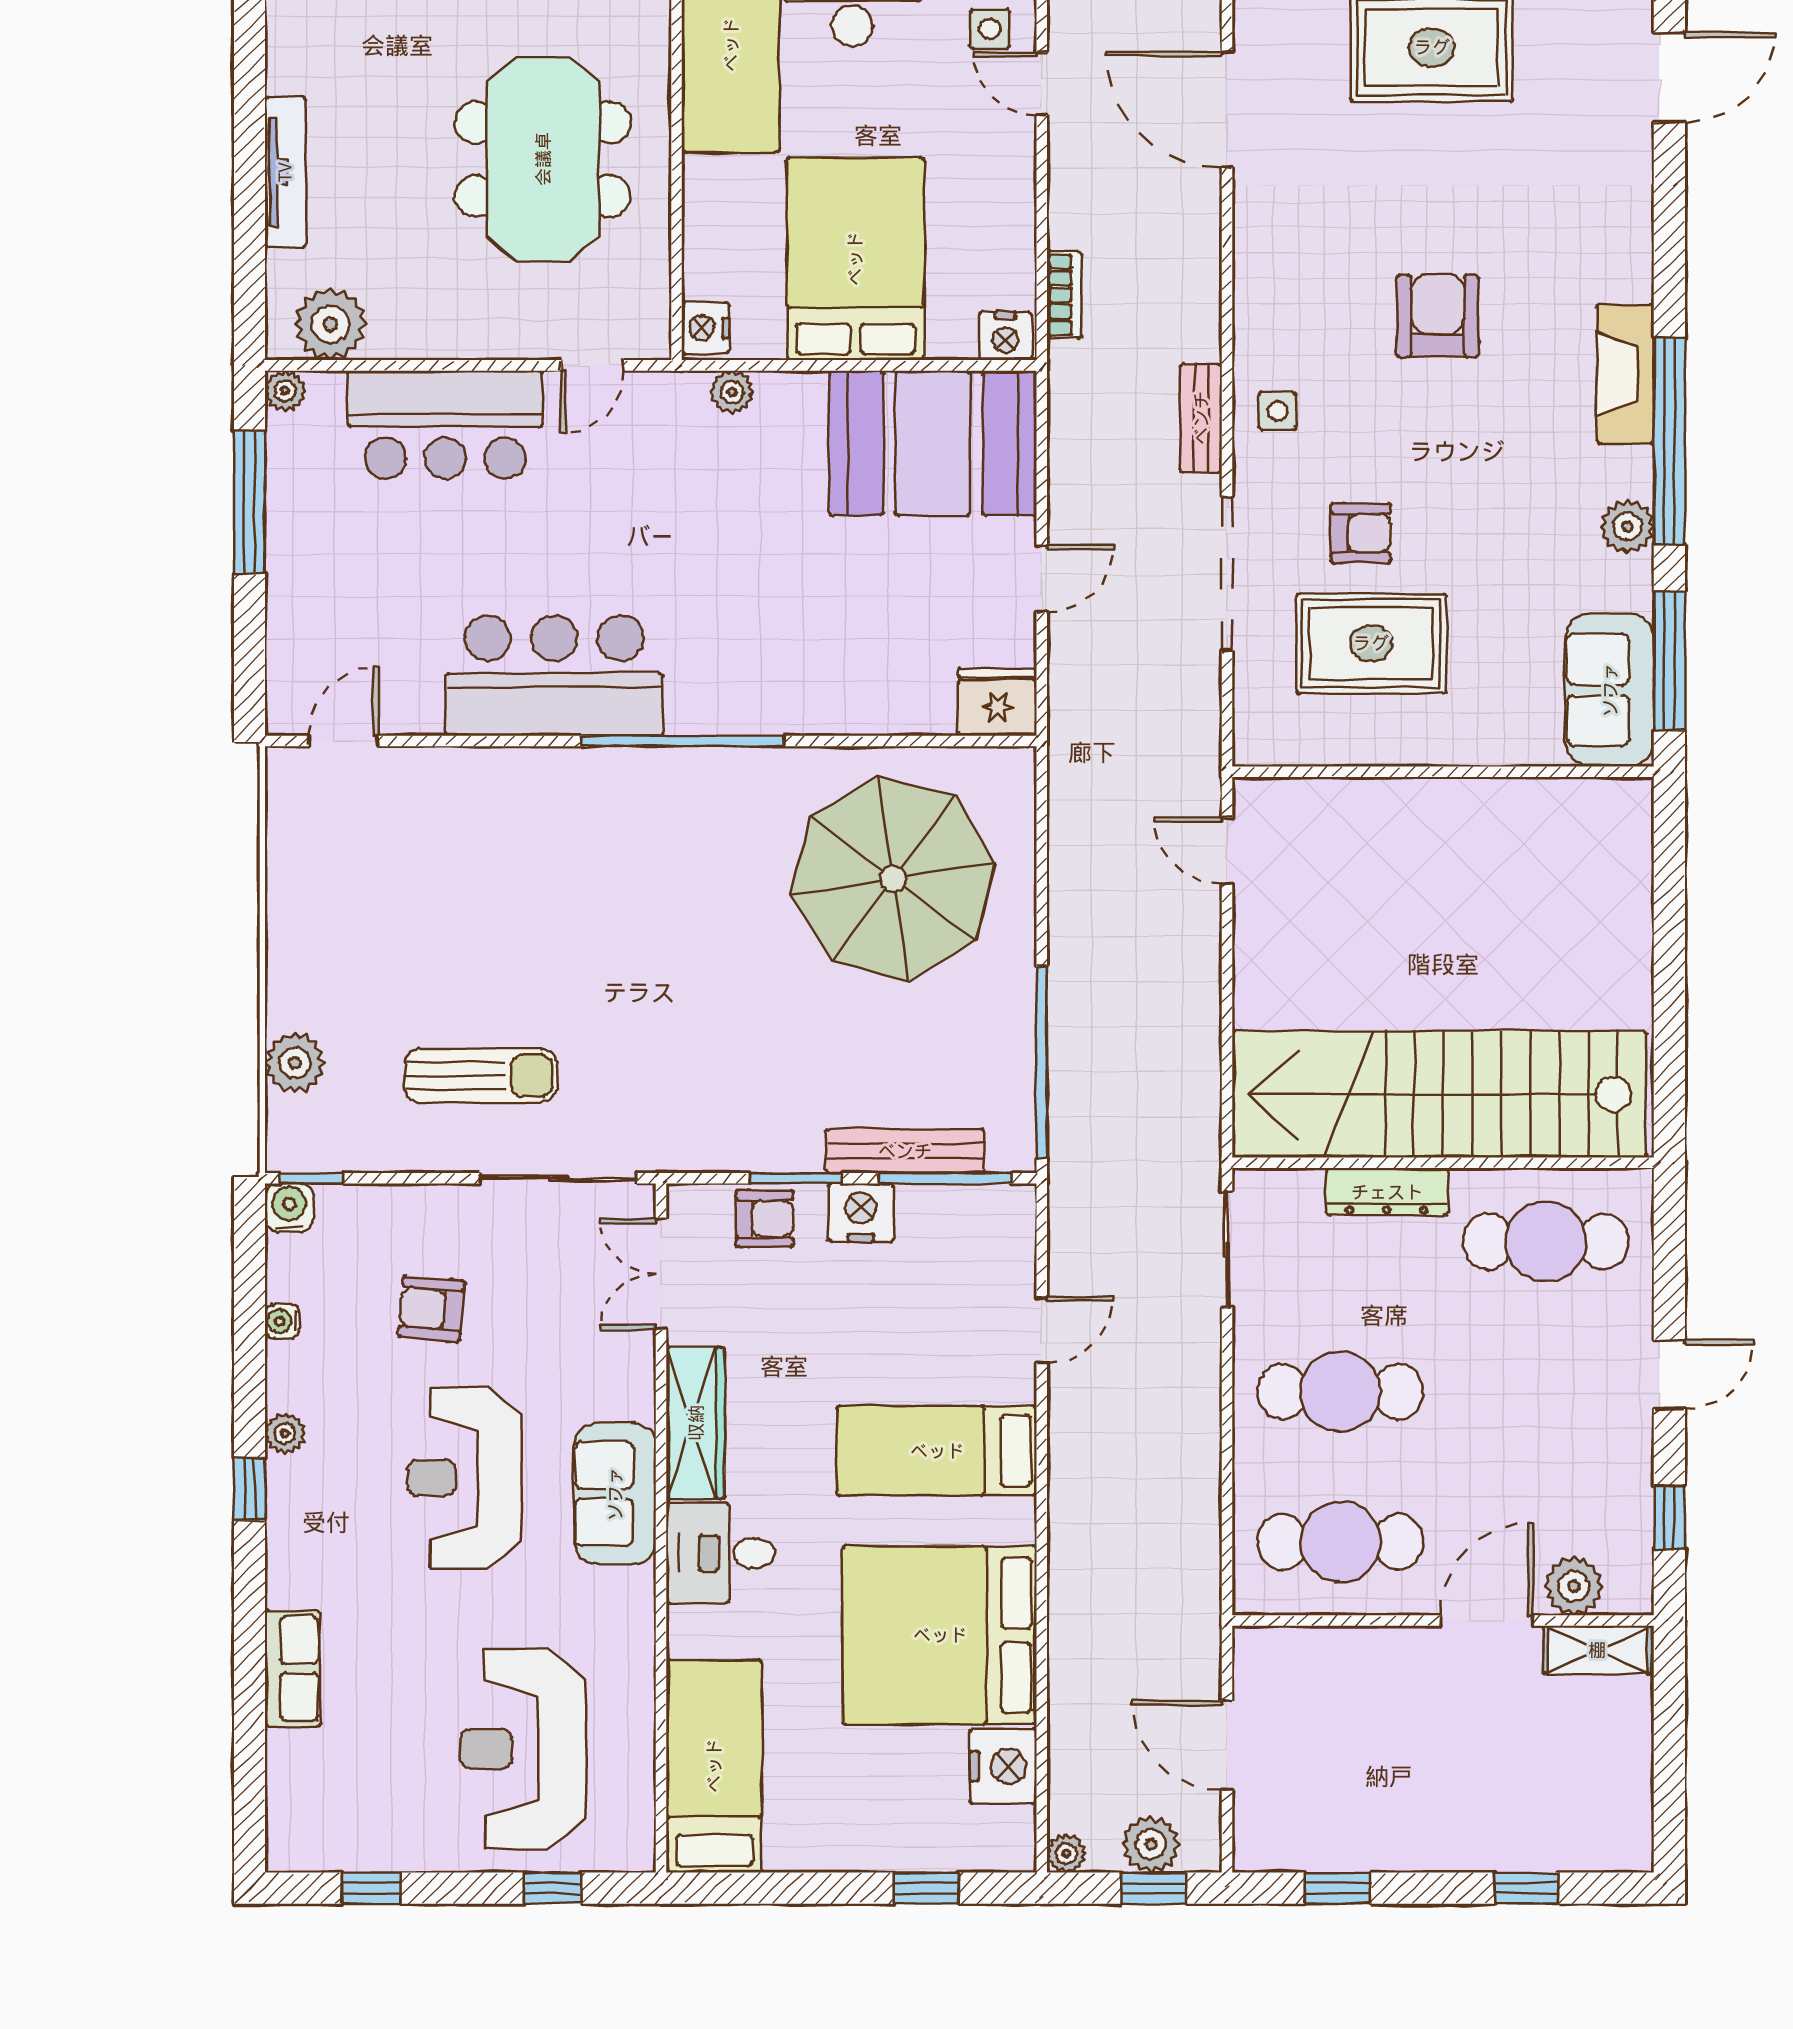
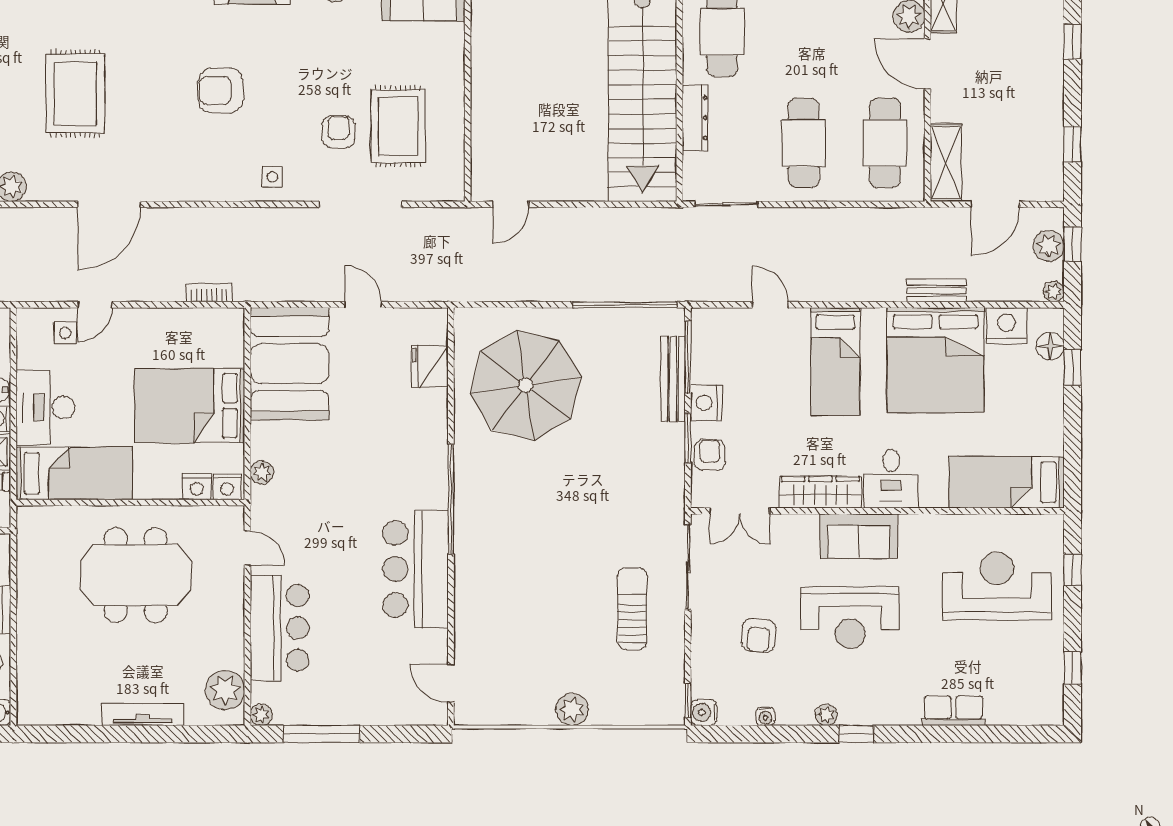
nightstand: (1005, 336) -> (197, 487), moved, turned 90
bench: (1201, 418) -> (936, 291), moved
fridge: (997, 702) -> (430, 366), moved
plant: (295, 1063) -> (572, 709), moved
shelving: (1304, 1655) -> (946, 163), added
reception desk: (523, 1749) -> (997, 586), turned 180
floor lamp: (966, 1847) -> (1050, 346), added

